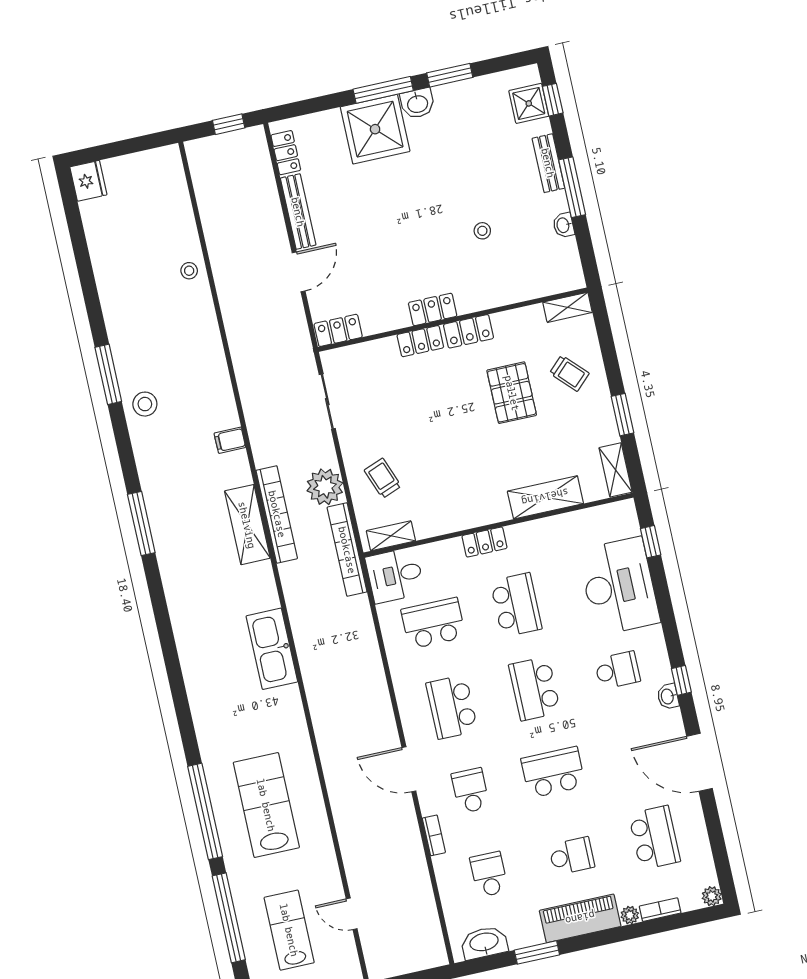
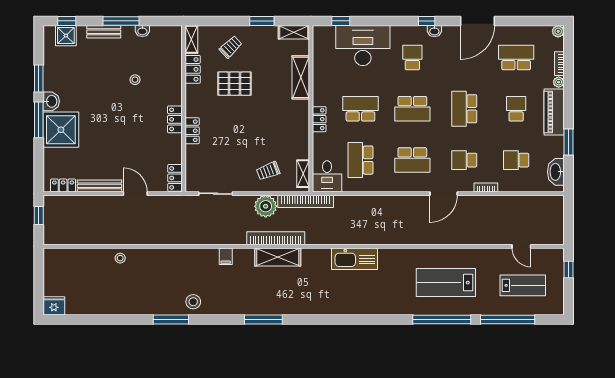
locker: (469, 331) -> (193, 69), moved
door: (352, 914) -> (521, 246), hinge flipped
lab bench: (289, 930) -> (523, 285), turned 180

